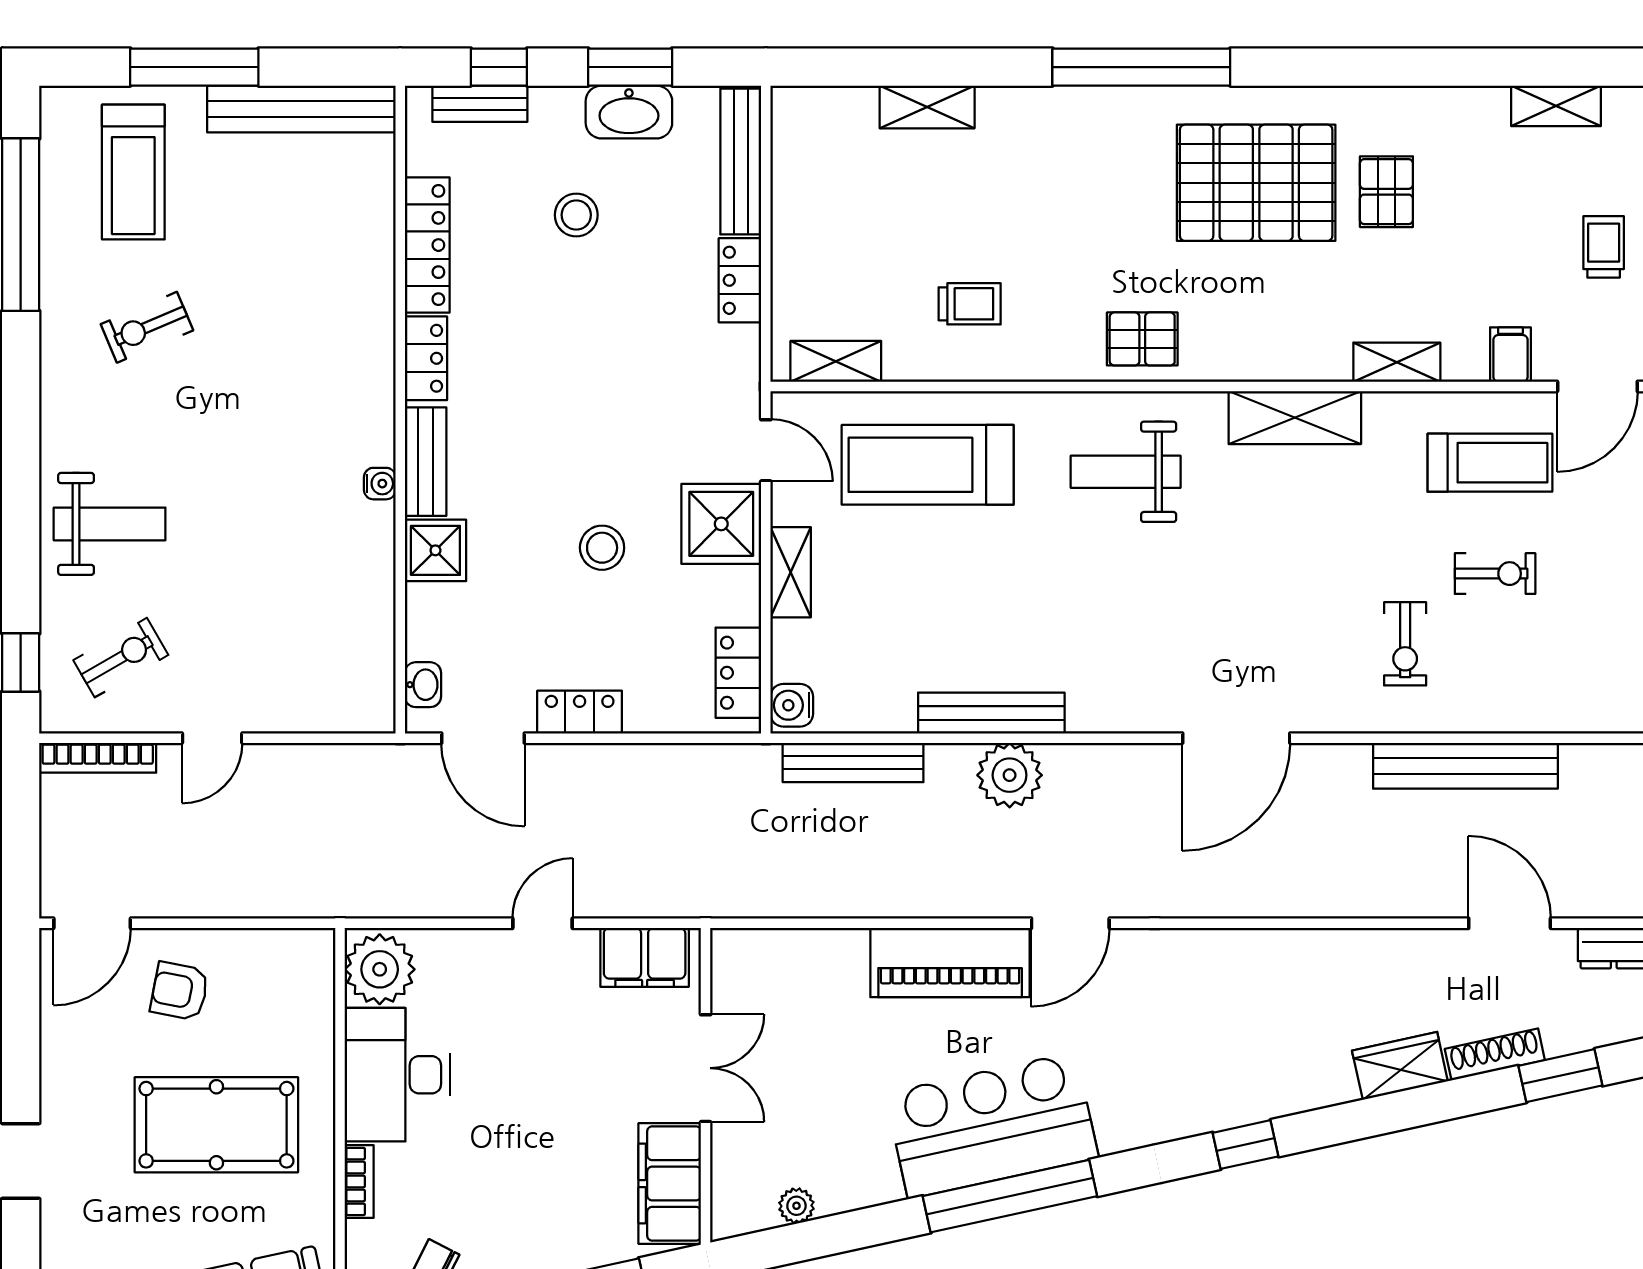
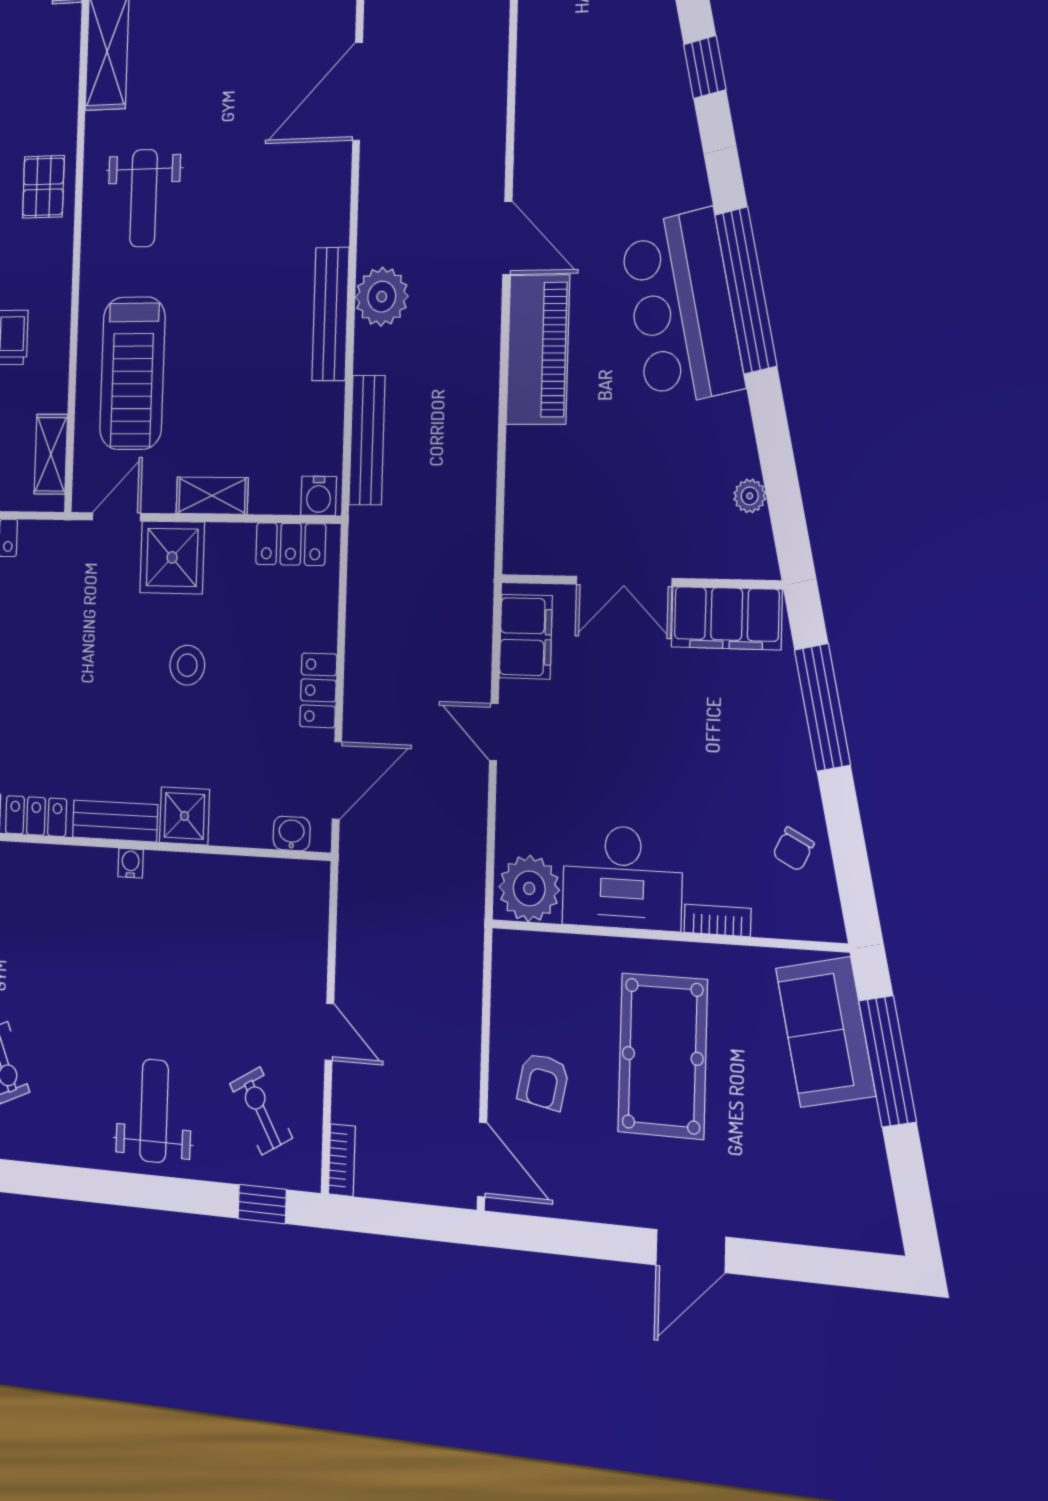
door: (1236, 738) -> (358, 91), swing flipped
bookcase: (98, 758) -> (342, 1160), width x0.64
double door: (706, 1068) -> (624, 581), swing flipped

